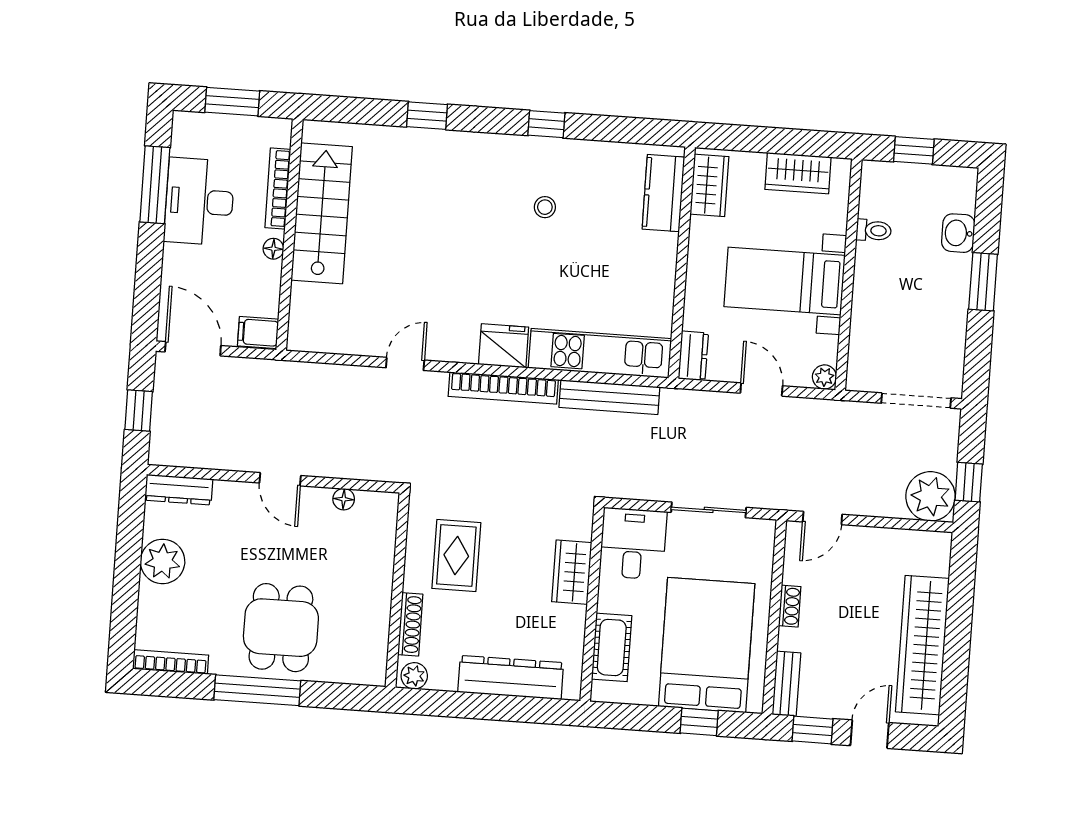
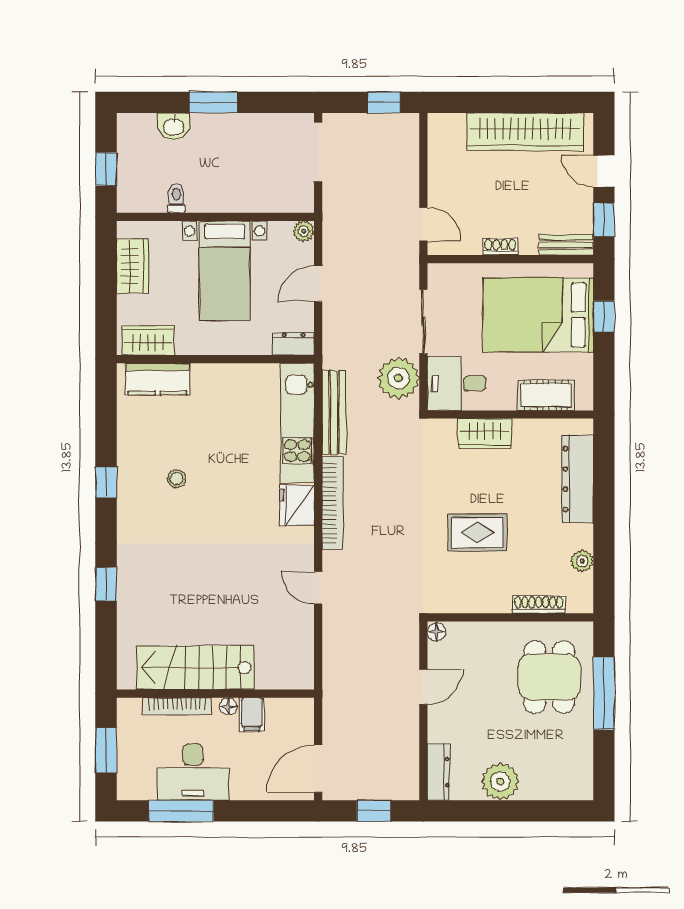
filing cabinet: (258, 333) -> (252, 714), moved
plant: (931, 496) -> (398, 378), moved
wall: (397, 590) -> (510, 617), moved
shoe rack: (410, 624) -> (539, 604), moved
dining table: (281, 628) -> (549, 677), turned 90
bookcase: (171, 662) -> (585, 768), removed

